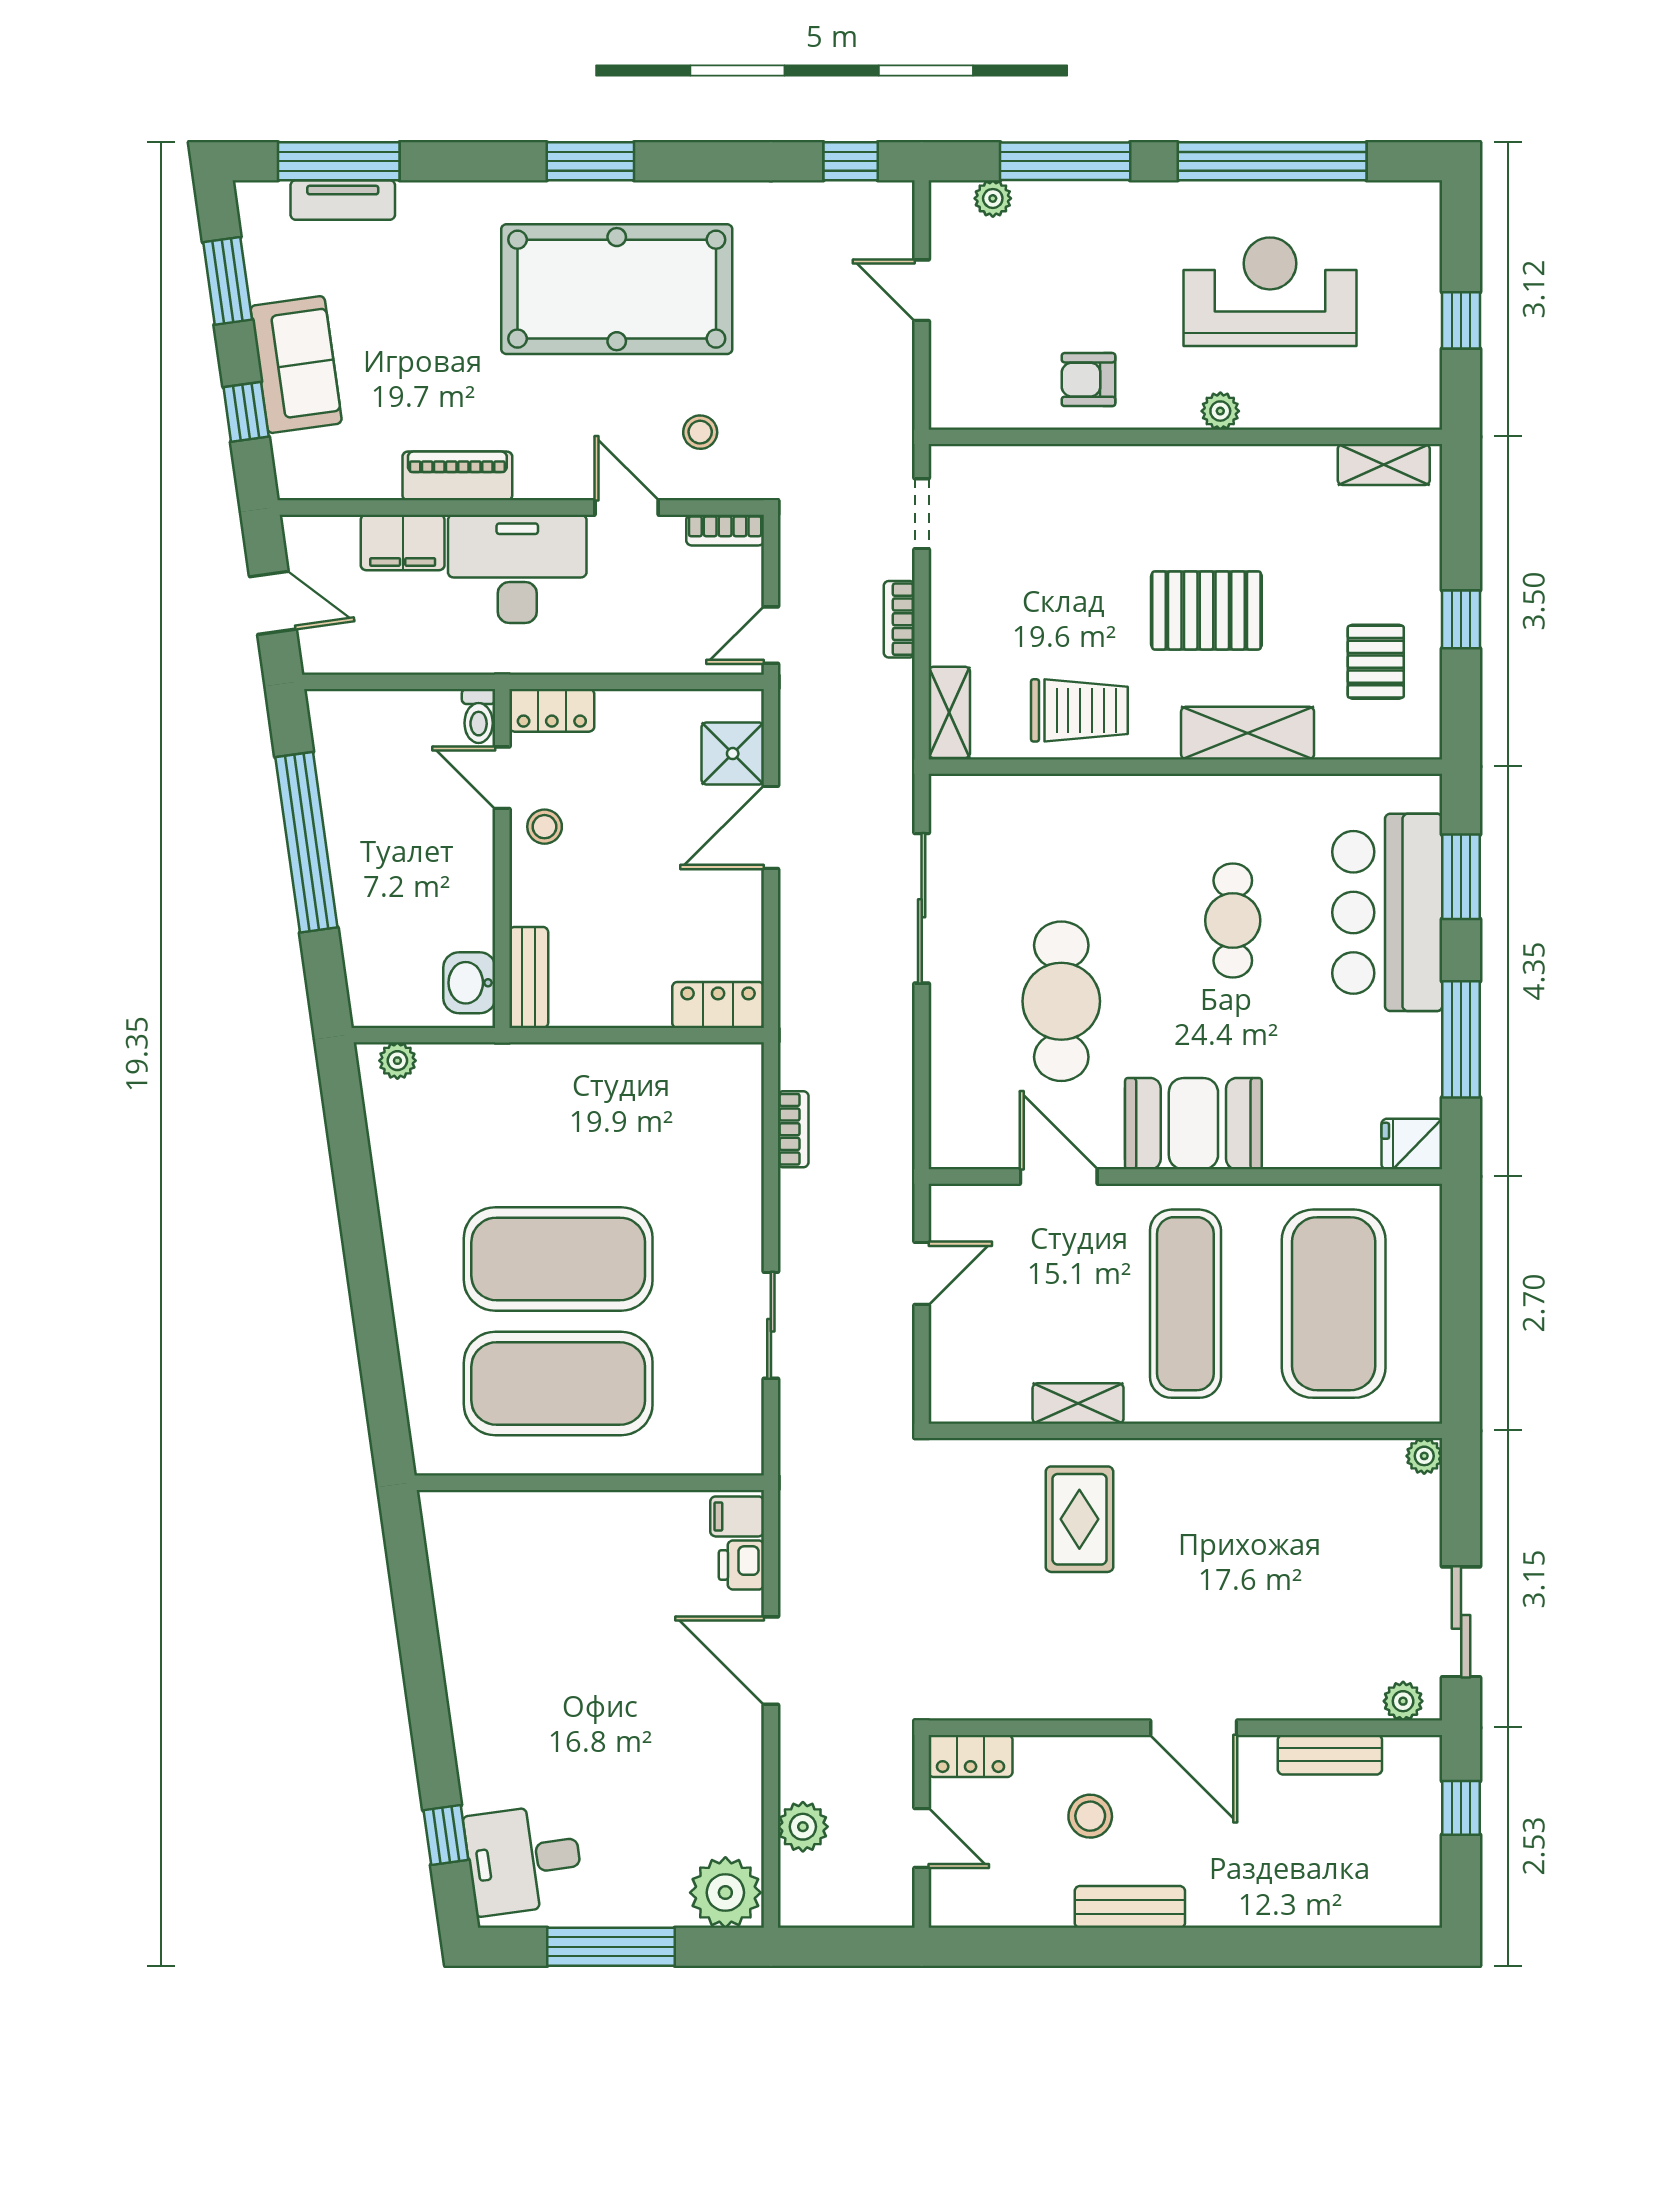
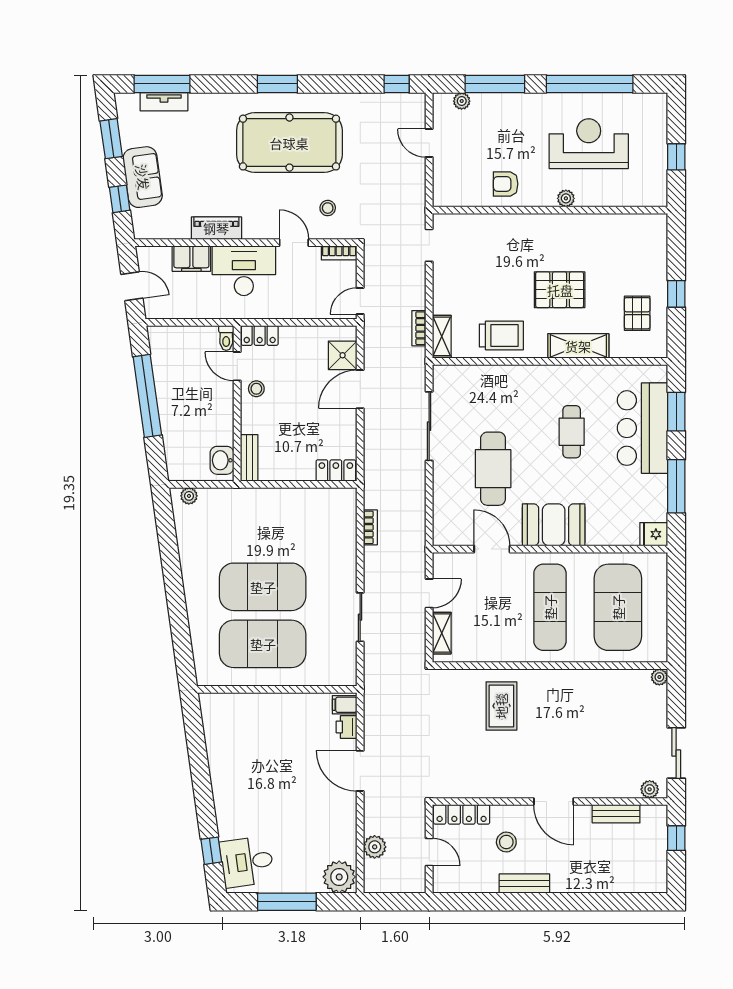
shelving: (1384, 465) -> (641, 223), removed
bookcase: (899, 619) -> (419, 328), moved
shelving: (1078, 1403) -> (442, 633), moved, turned 90
locker: (971, 1756) -> (462, 814), width x1.53

